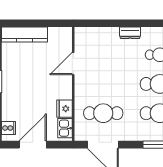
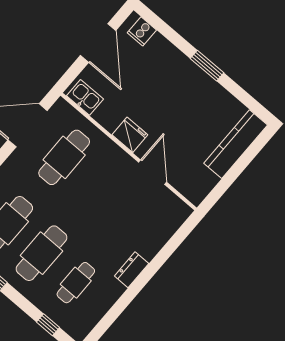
fridge: (64, 109) -> (130, 135), moved

